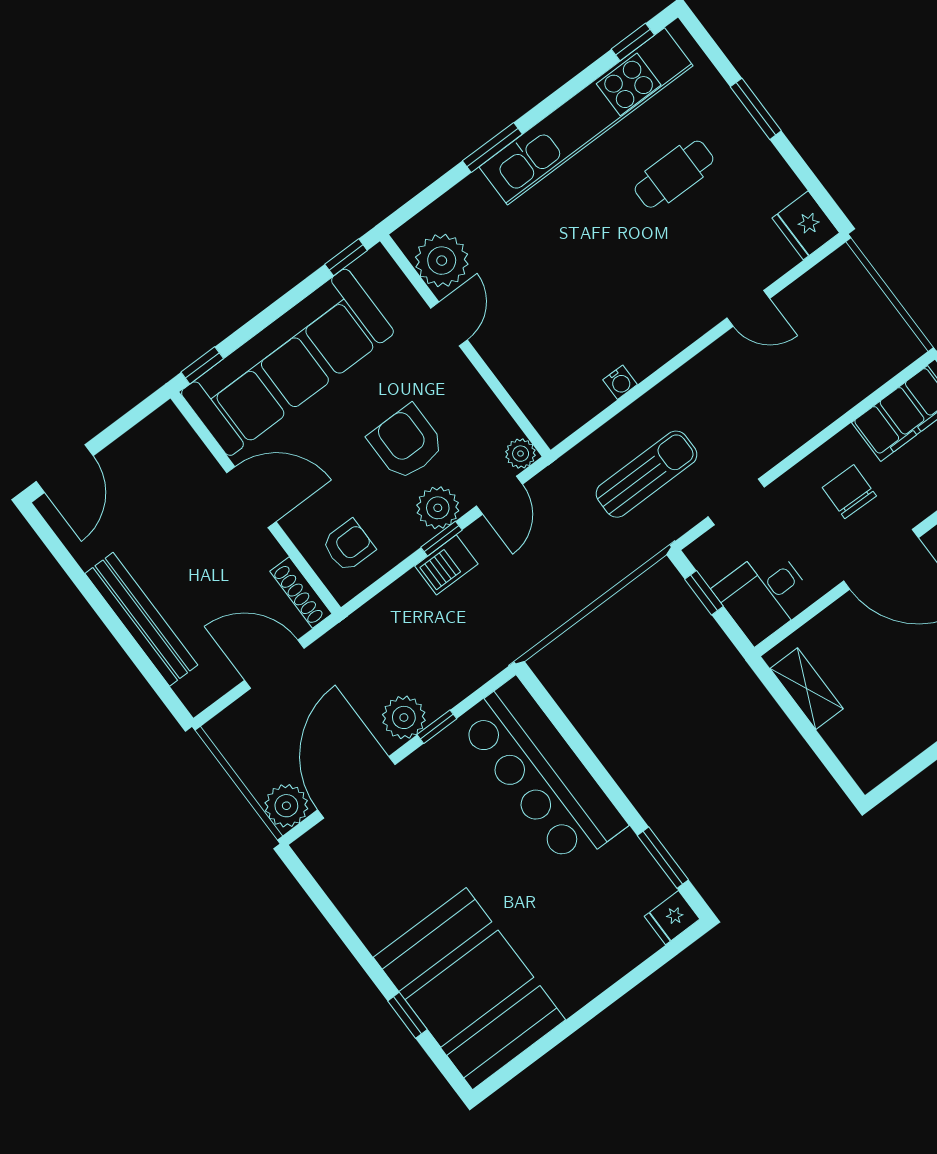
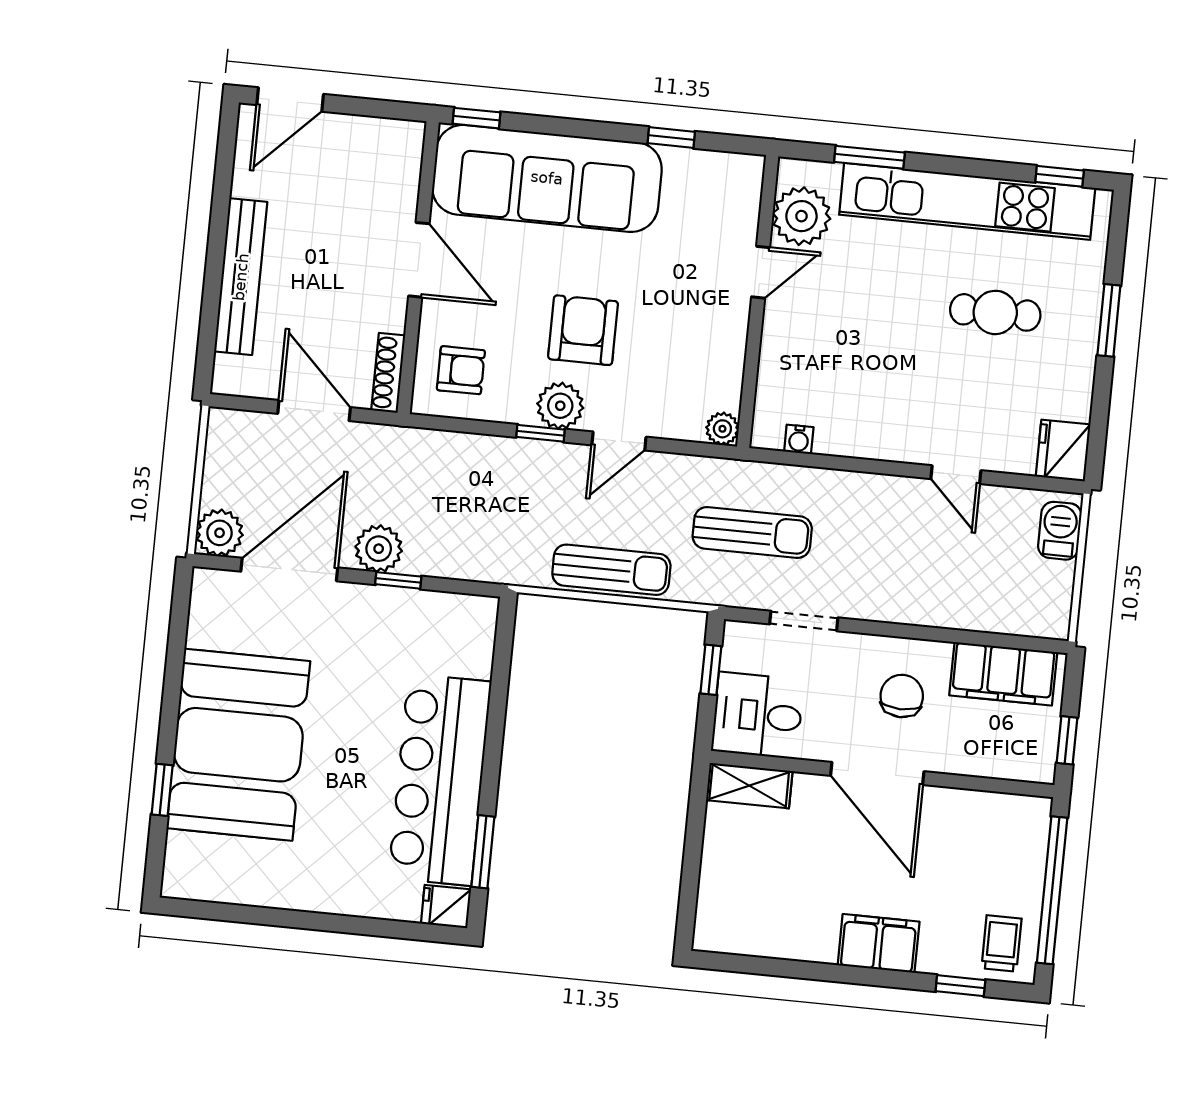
plant: (442, 261) -> (801, 216), moved
door: (449, 324) -> (761, 272), moved
wall: (465, 346) -> (758, 302), moved
plant: (521, 454) -> (722, 429), moved
barbecue: (446, 565) -> (1060, 531), moved, turned 90
sun lounger: (574, 587) -> (611, 570), added
shelving: (807, 689) -> (749, 786), moved, turned 90
bar counter: (542, 773) -> (440, 780), moved
booth: (469, 989) -> (238, 745), moved

